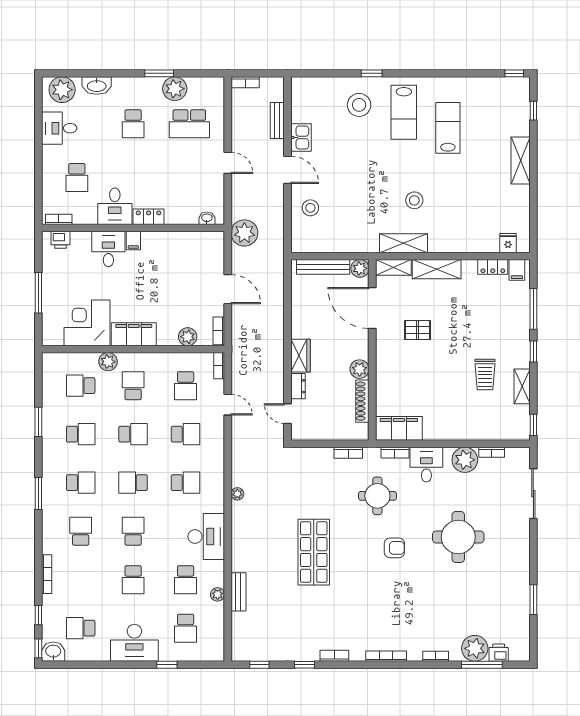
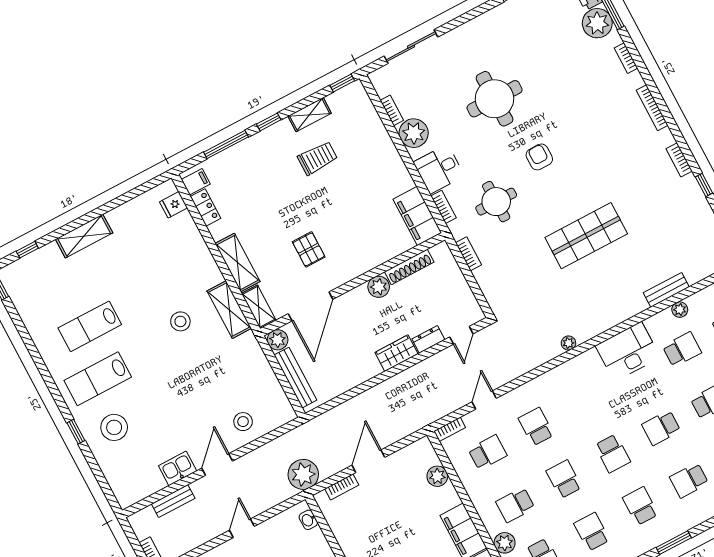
lab bench: (404, 112) -> (98, 379), turned 180
bookcase: (219, 331) -> (342, 487), moved
school desk: (186, 483) -> (585, 401), removed

